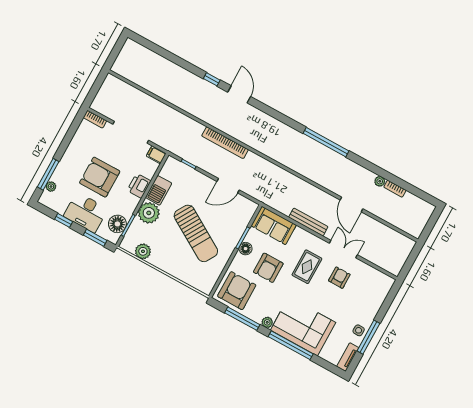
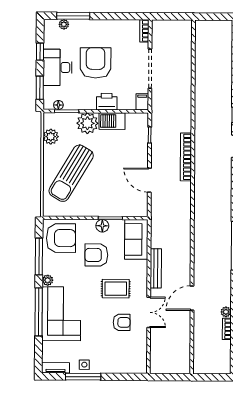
floor lamp: (117, 224) -> (58, 105), width x0.53, depth x0.53
sun lounger: (196, 233) -> (71, 173), moved

